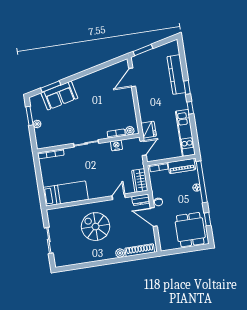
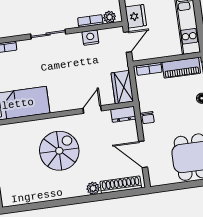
door: (154, 217) -> (143, 154), moved
spiral stairs: (96, 227) -> (59, 151), turned 90

